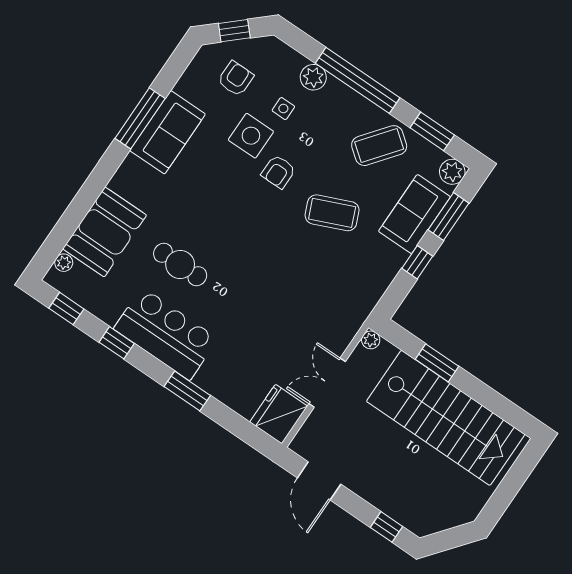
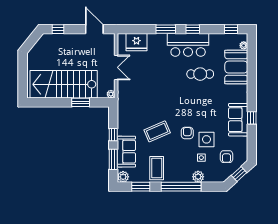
window: (140, 118) -> (252, 118), width x0.46
coffee table: (379, 146) -> (157, 168), turned -38
window: (117, 343) -> (193, 29), moved
fridge: (279, 414) -> (136, 42), moved, turned 90

